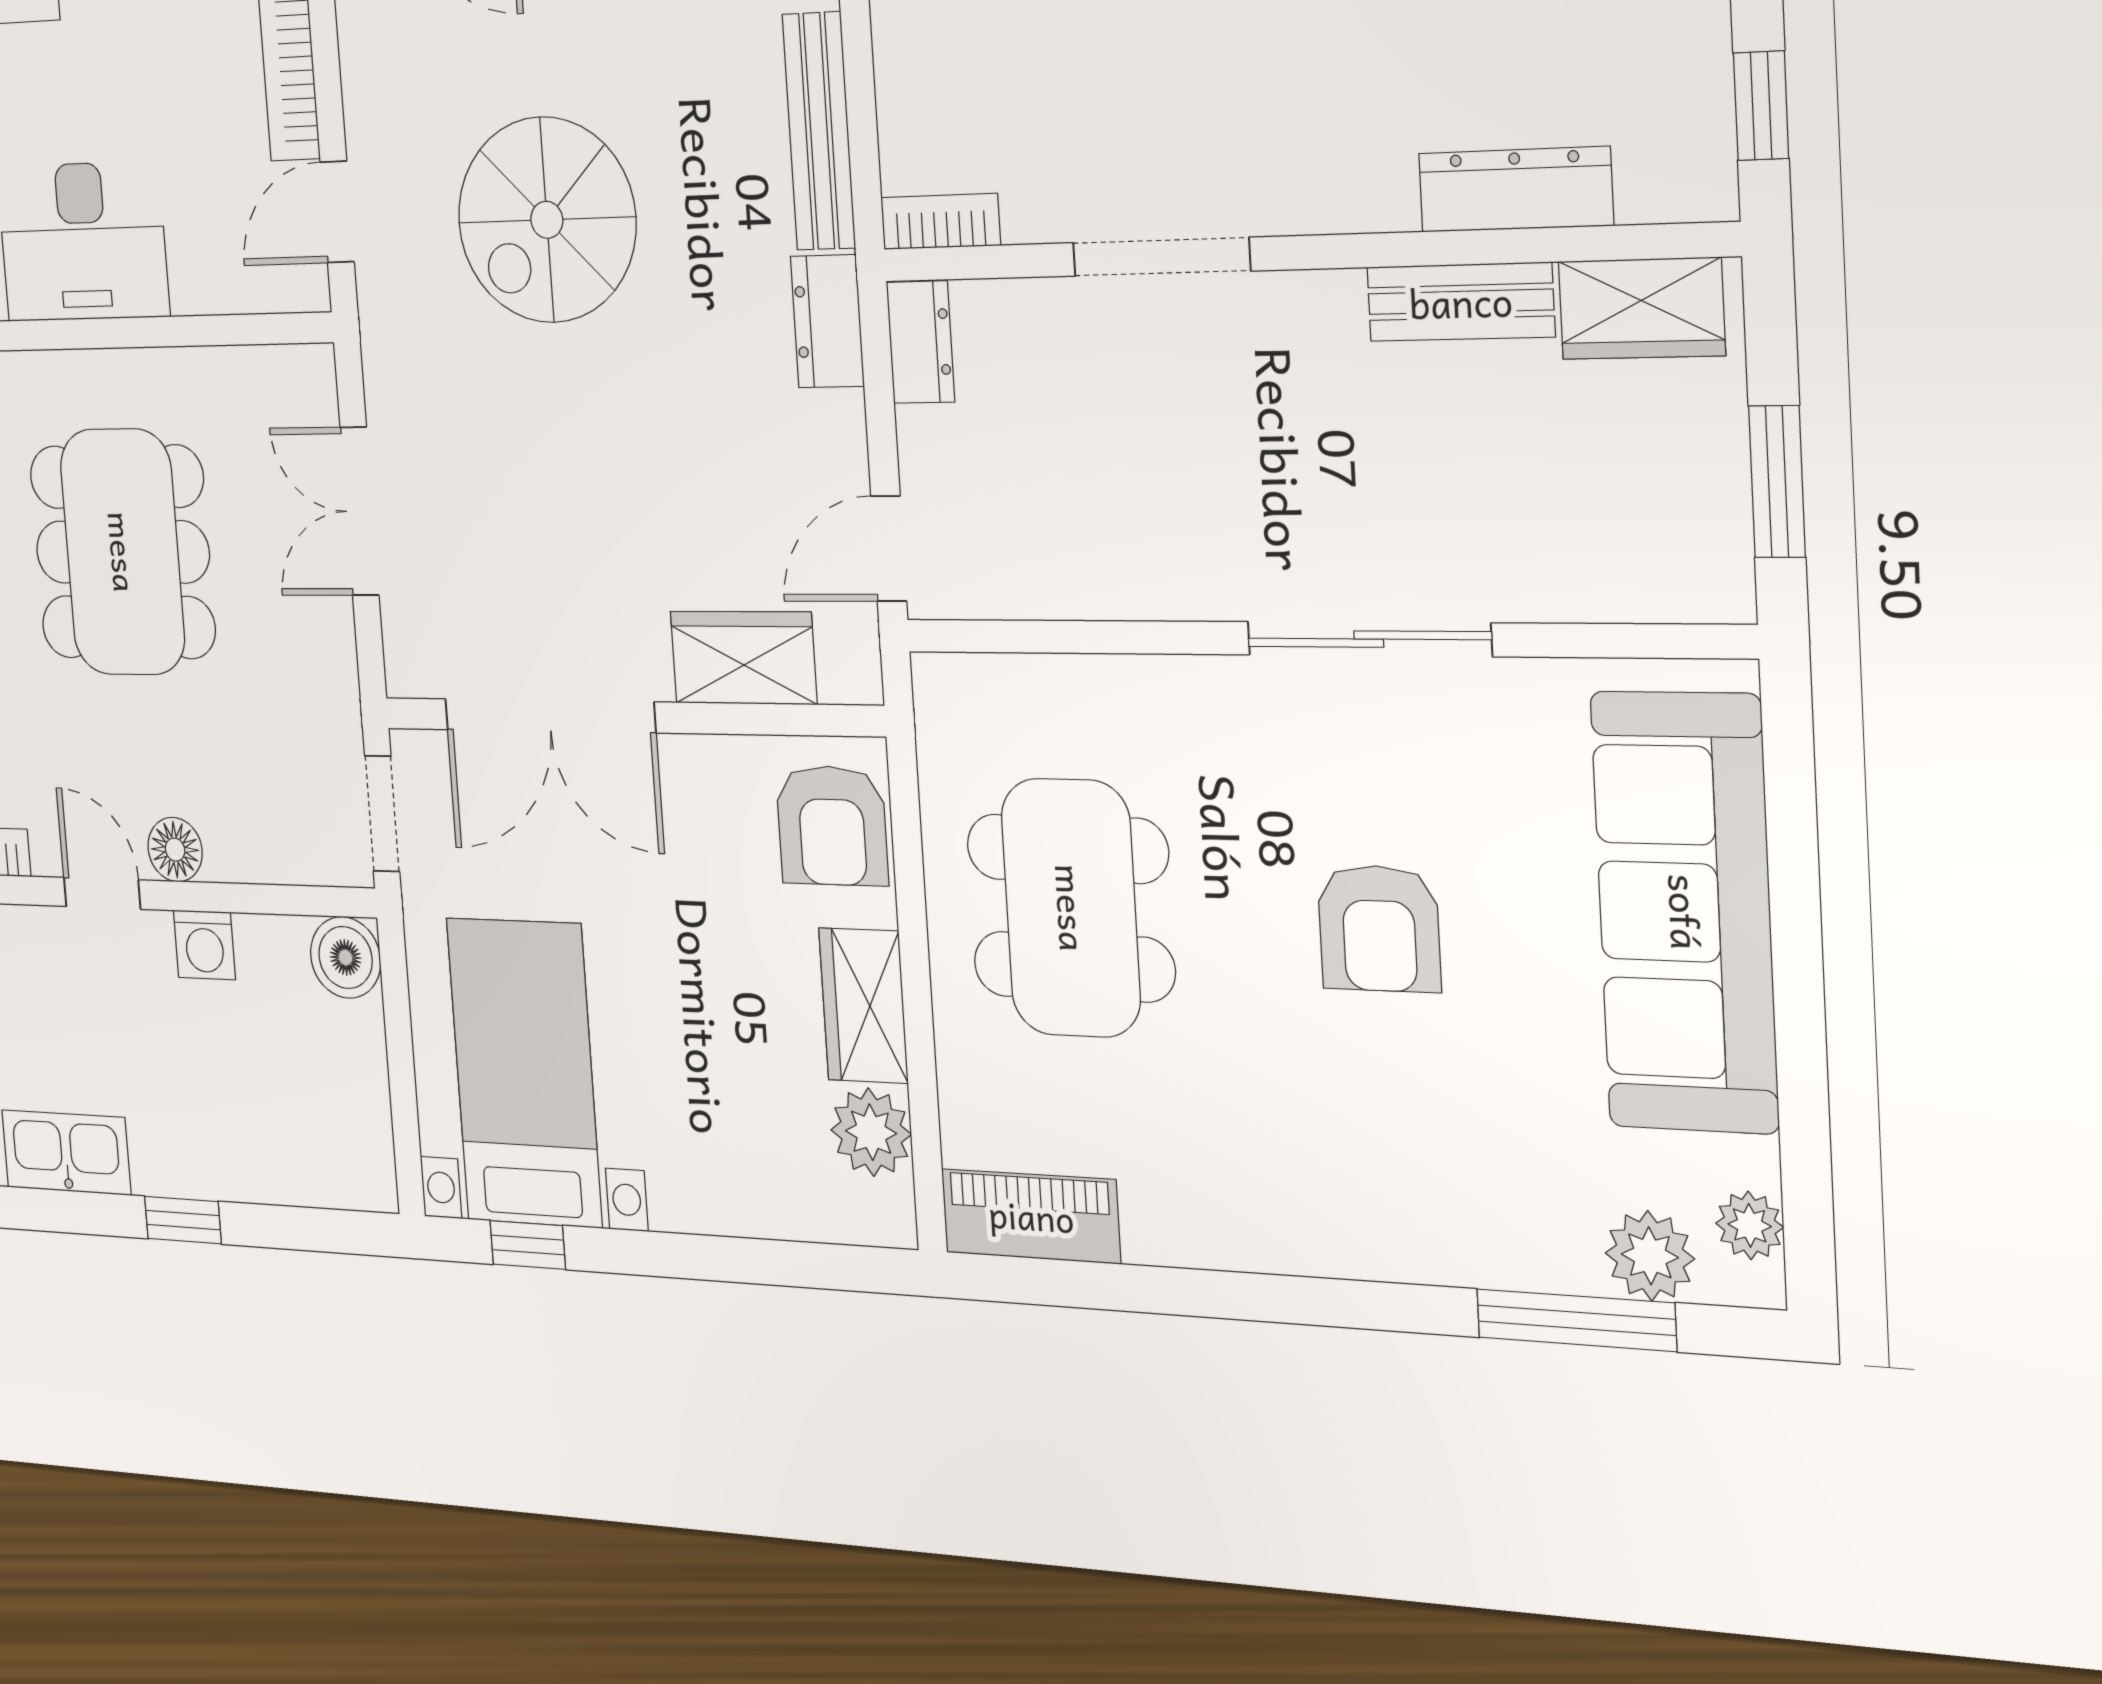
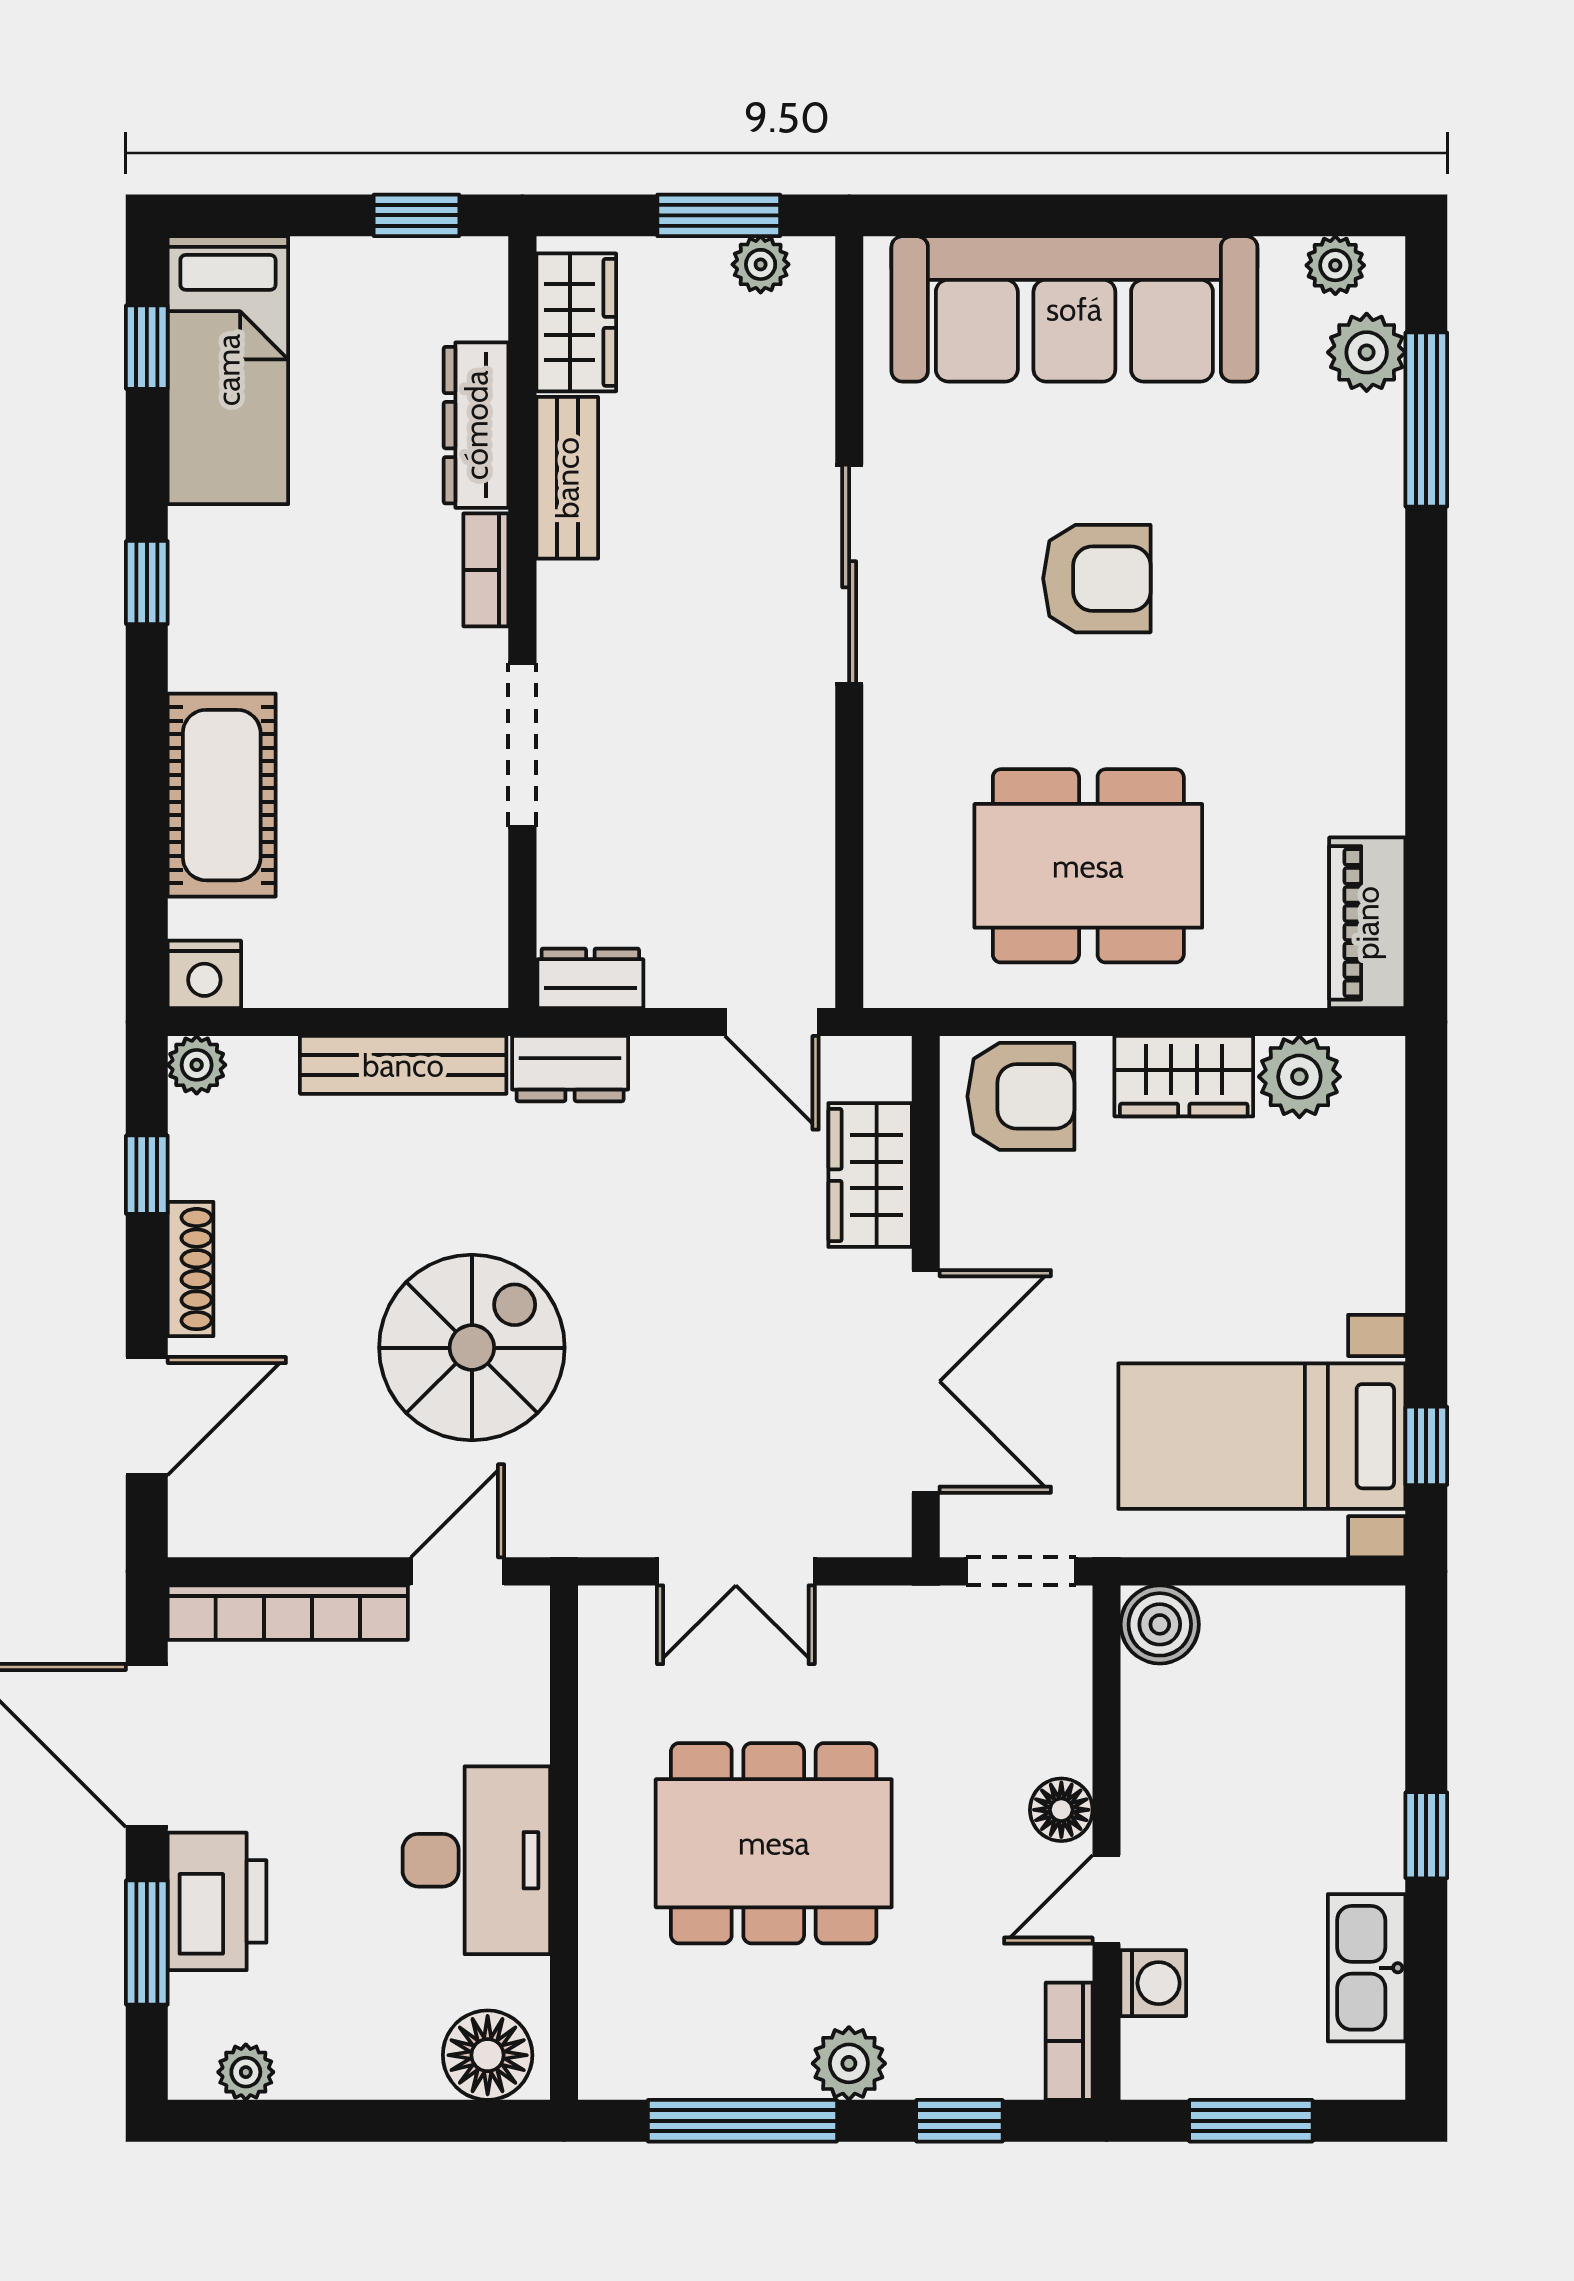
door: (337, 212) -> (458, 1571), swing flipped
spiral stairs: (547, 220) -> (472, 1348), turned -90
bookcase: (941, 221) -> (486, 570), moved
plant: (1720, 533) -> (761, 264), added
washing machine: (204, 945) -> (1153, 1983), moved

